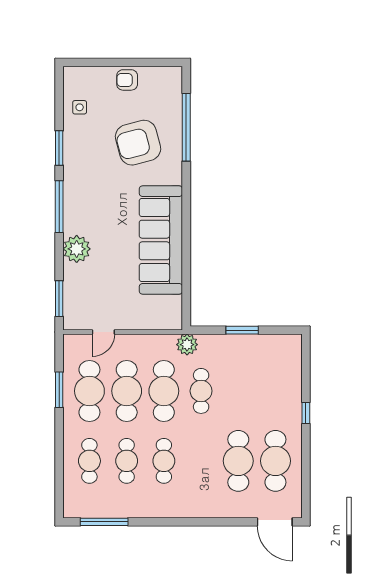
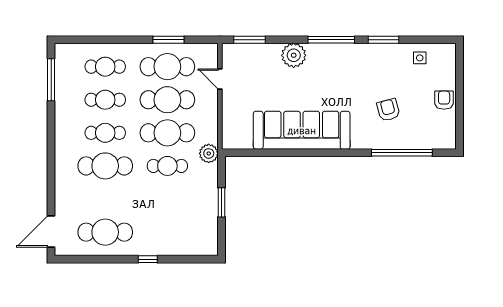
armchair: (138, 143) -> (388, 110), width x0.53, depth x0.53
cafe table: (238, 461) -> (105, 166), moved

